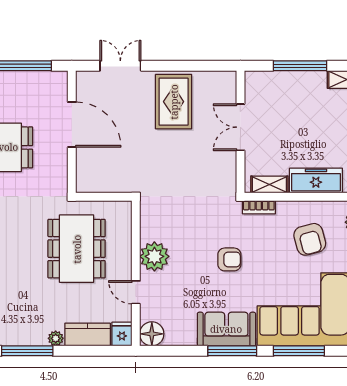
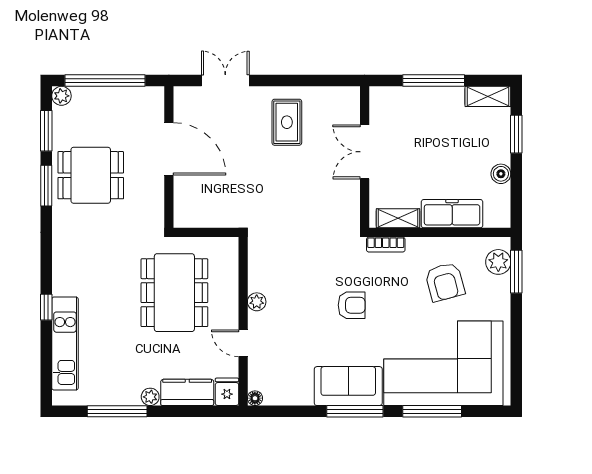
rug: (174, 102) -> (287, 122), width x0.73, depth x0.70
plant: (154, 256) -> (257, 302), width x0.53, depth x0.53
floor lamp: (152, 334) -> (255, 398), width x0.53, depth x0.53

